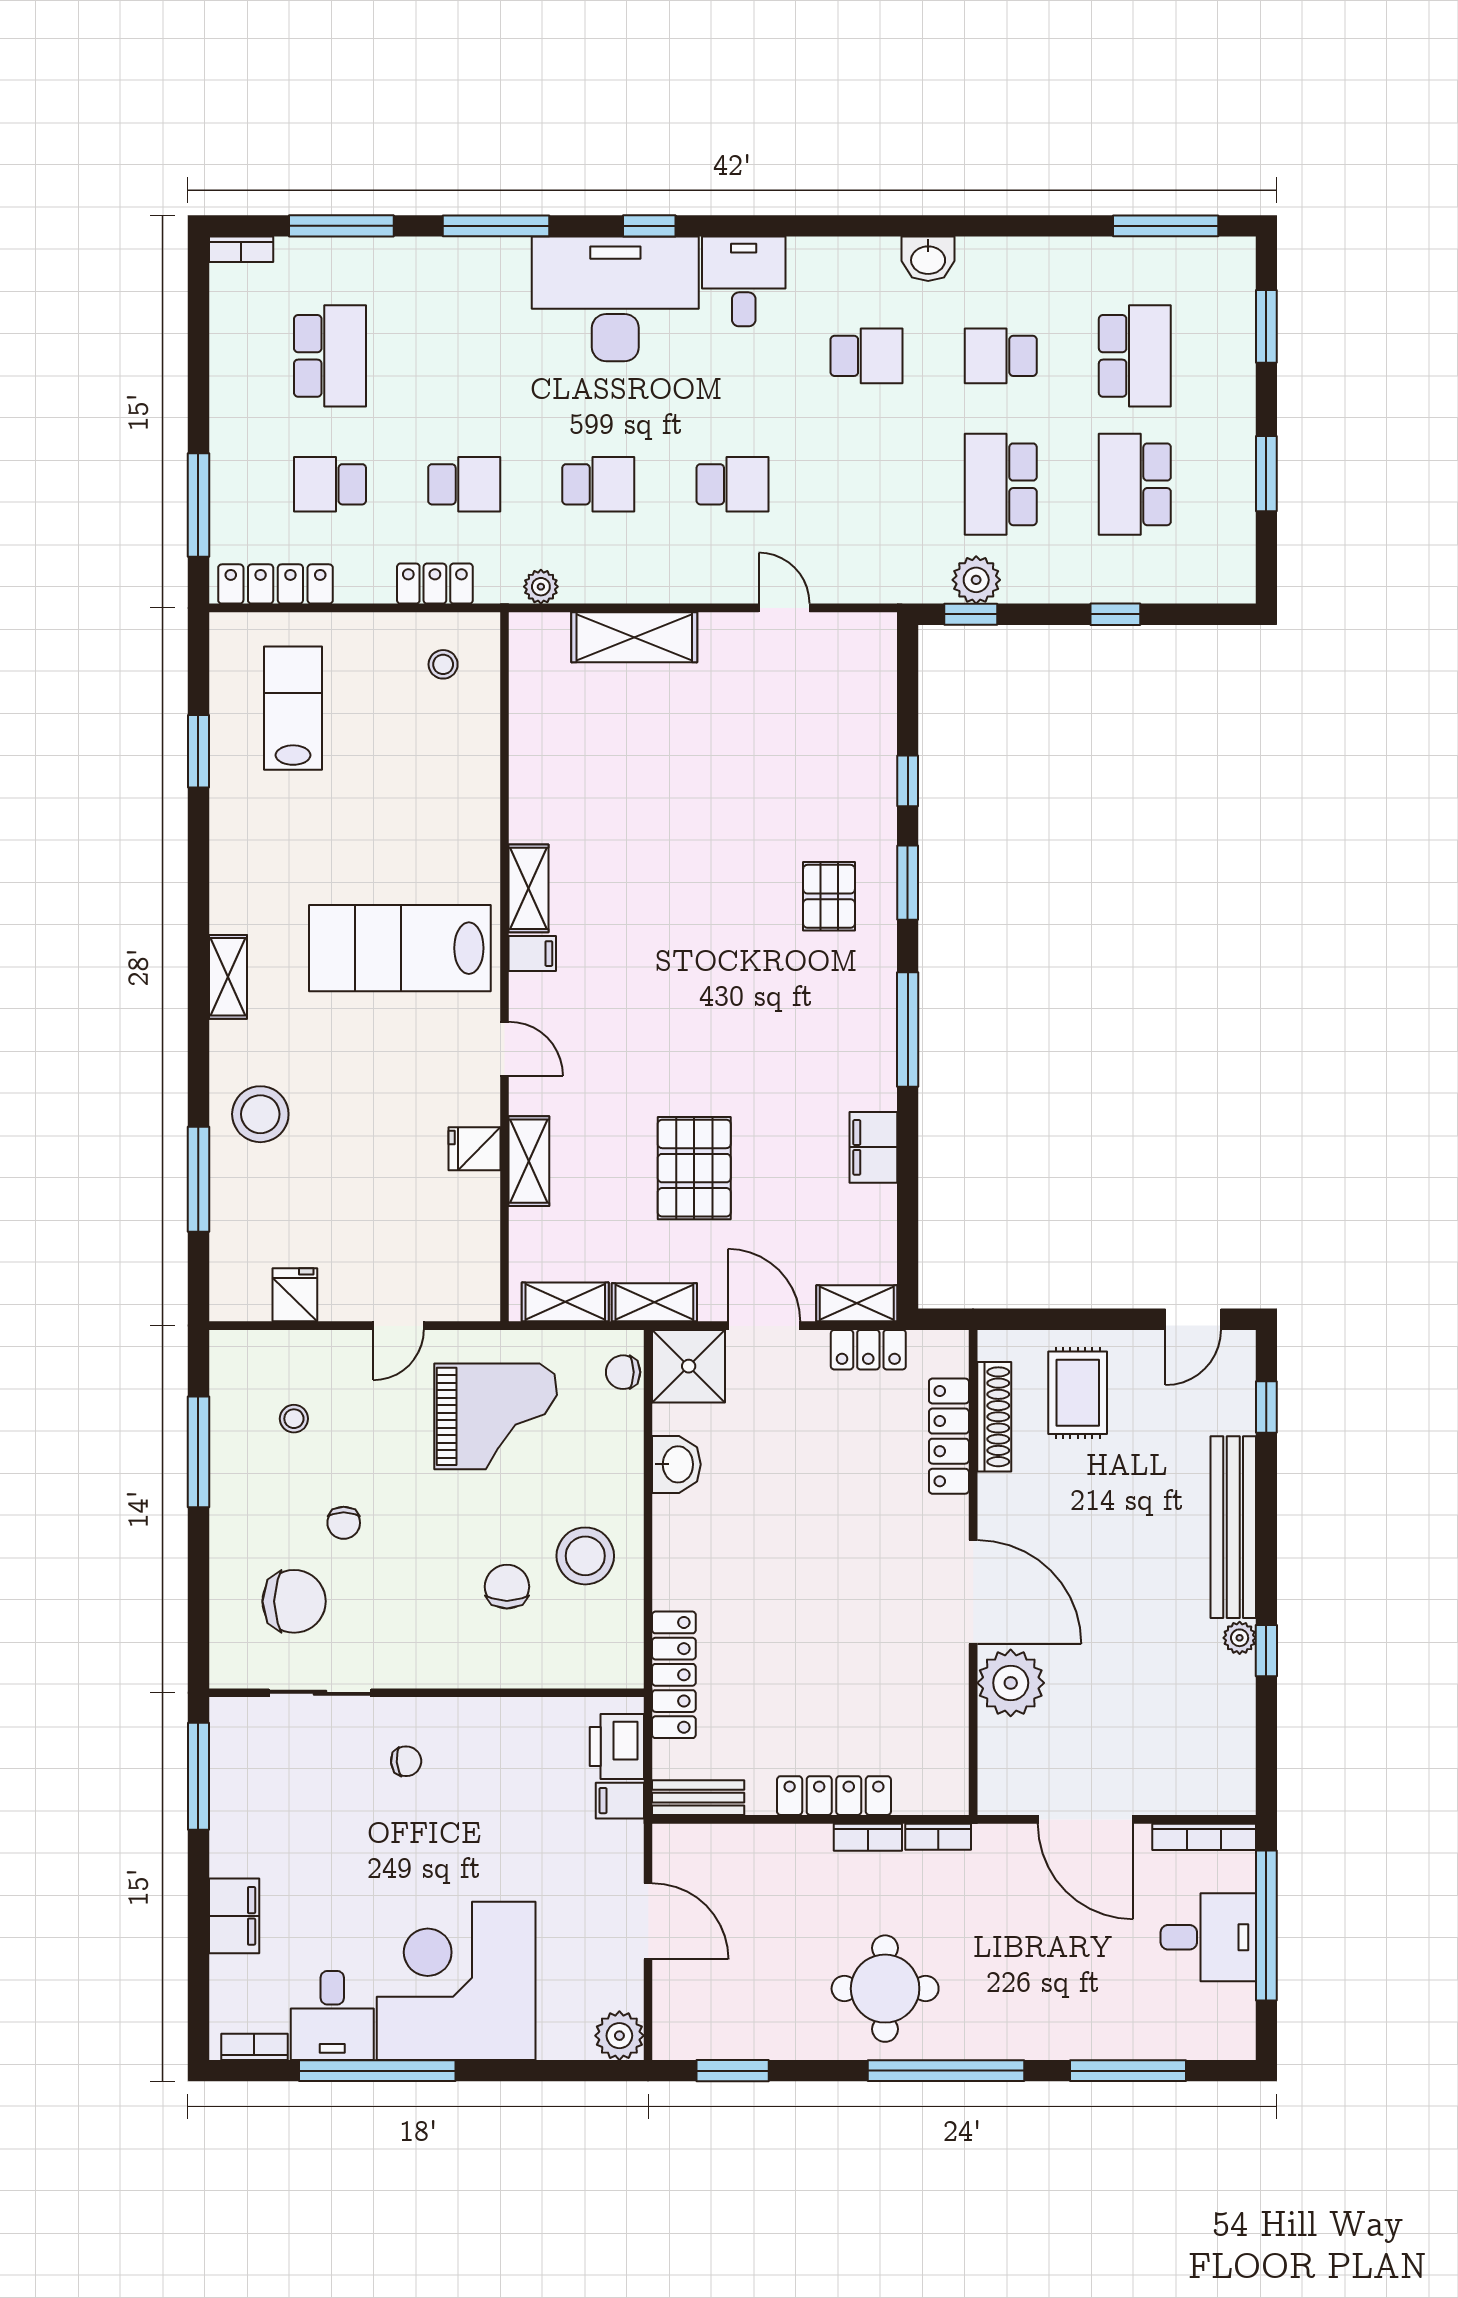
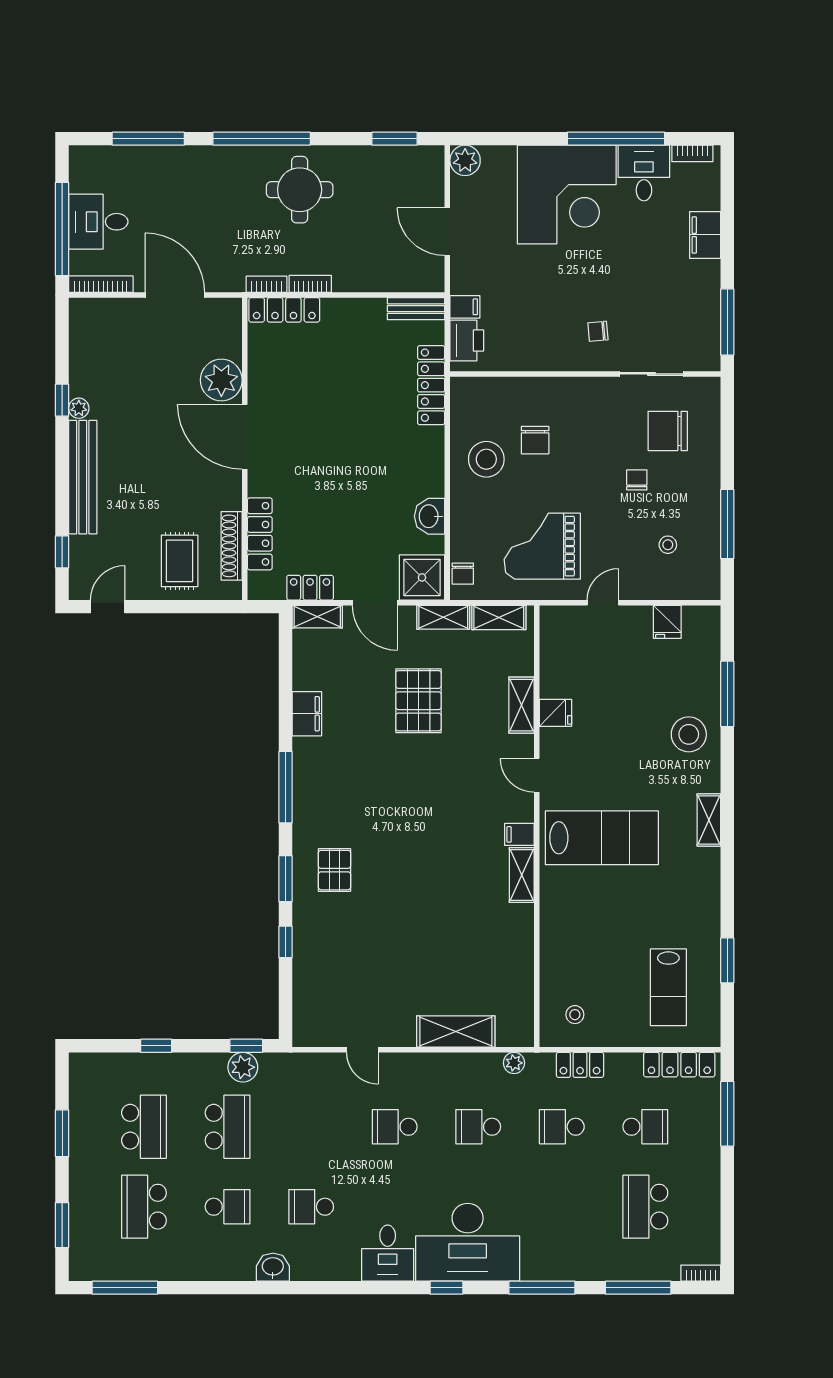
chair: (623, 1372) -> (463, 574), turned 90
locker: (834, 1796) -> (284, 310), moved

